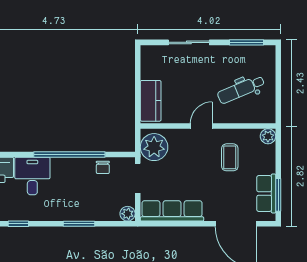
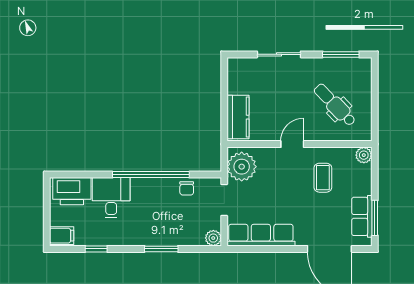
dental chair: (241, 89) -> (335, 105), turned 69

